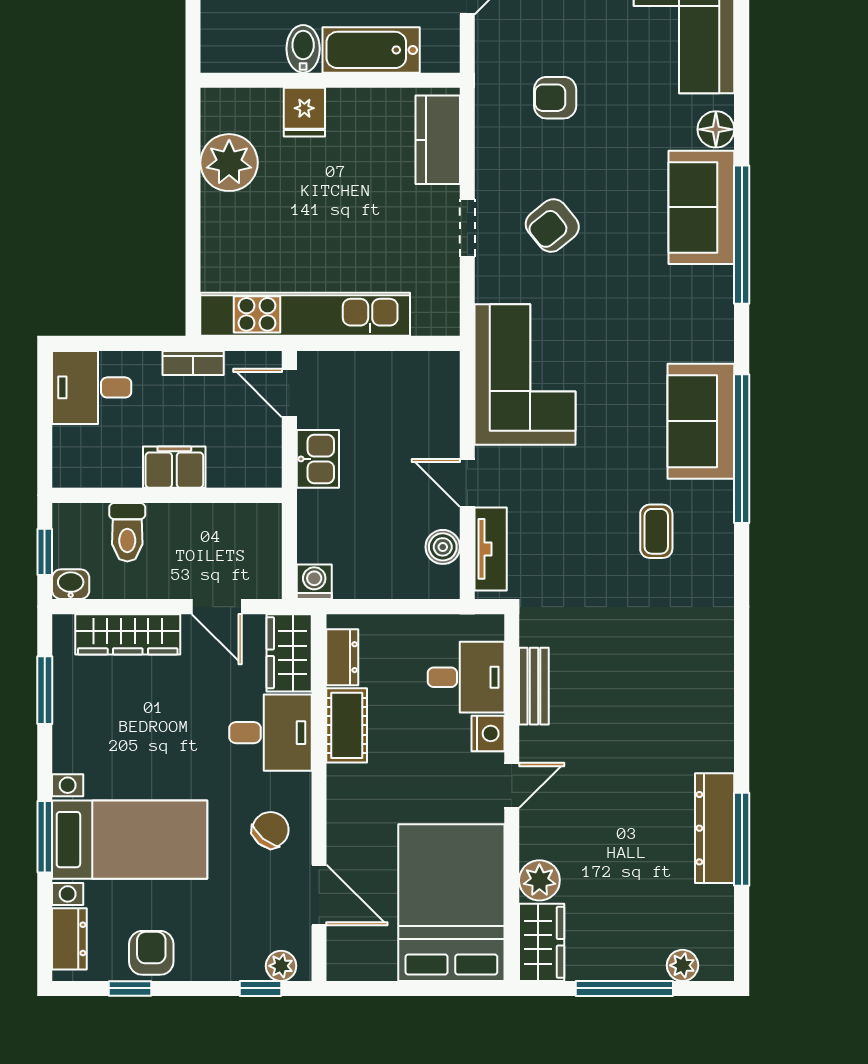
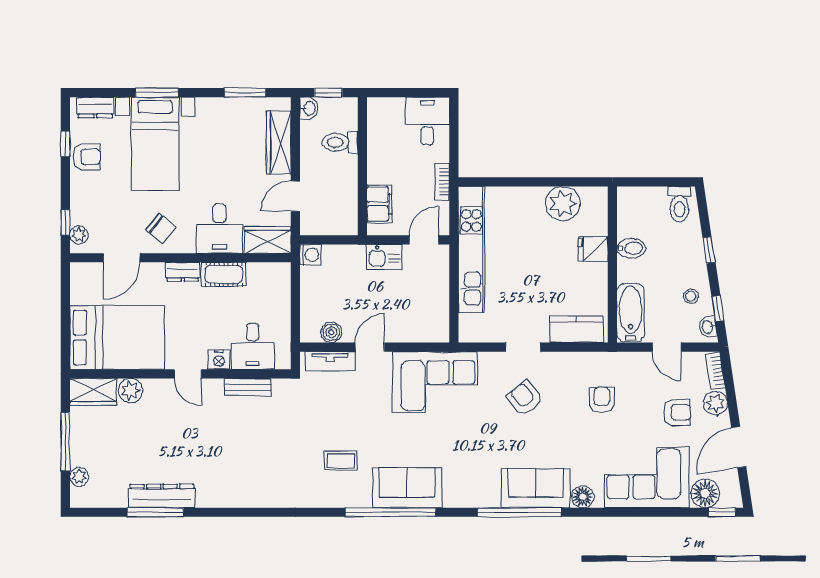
bathtub: (371, 50) -> (631, 313), moved
filing cabinet: (174, 467) -> (379, 204), moved
dresser: (342, 657) -> (183, 272), moved

